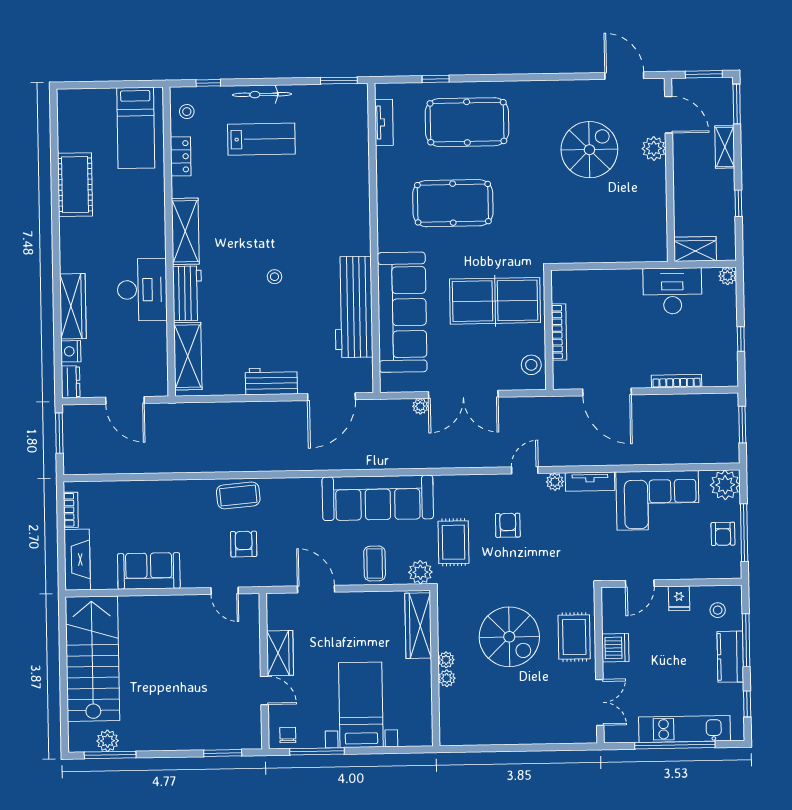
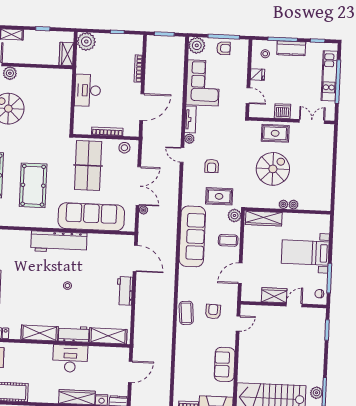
plant: (728, 276) -> (86, 42), width x1.88, depth x1.88
desk: (672, 291) -> (88, 90), moved
workbench: (354, 307) -> (59, 242), moved
armchair: (508, 525) -> (212, 166), turned -90
armchair: (244, 544) -> (213, 311), turned 92

